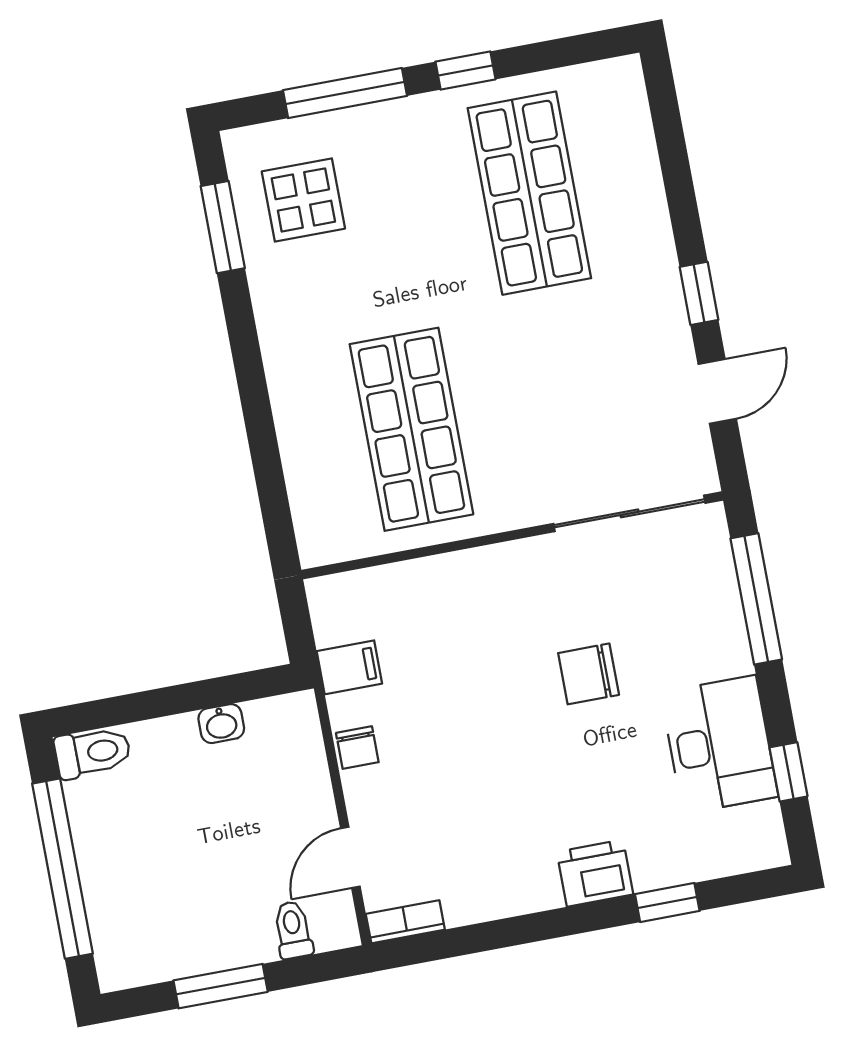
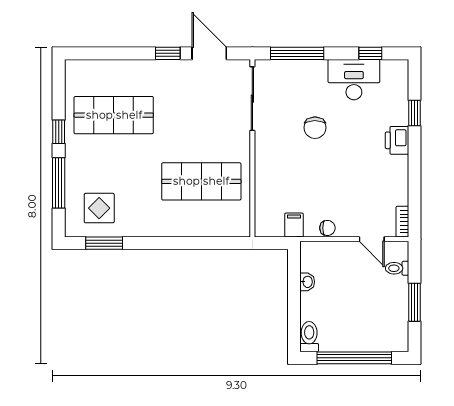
door: (717, 391) -> (209, 53), width x1.38

